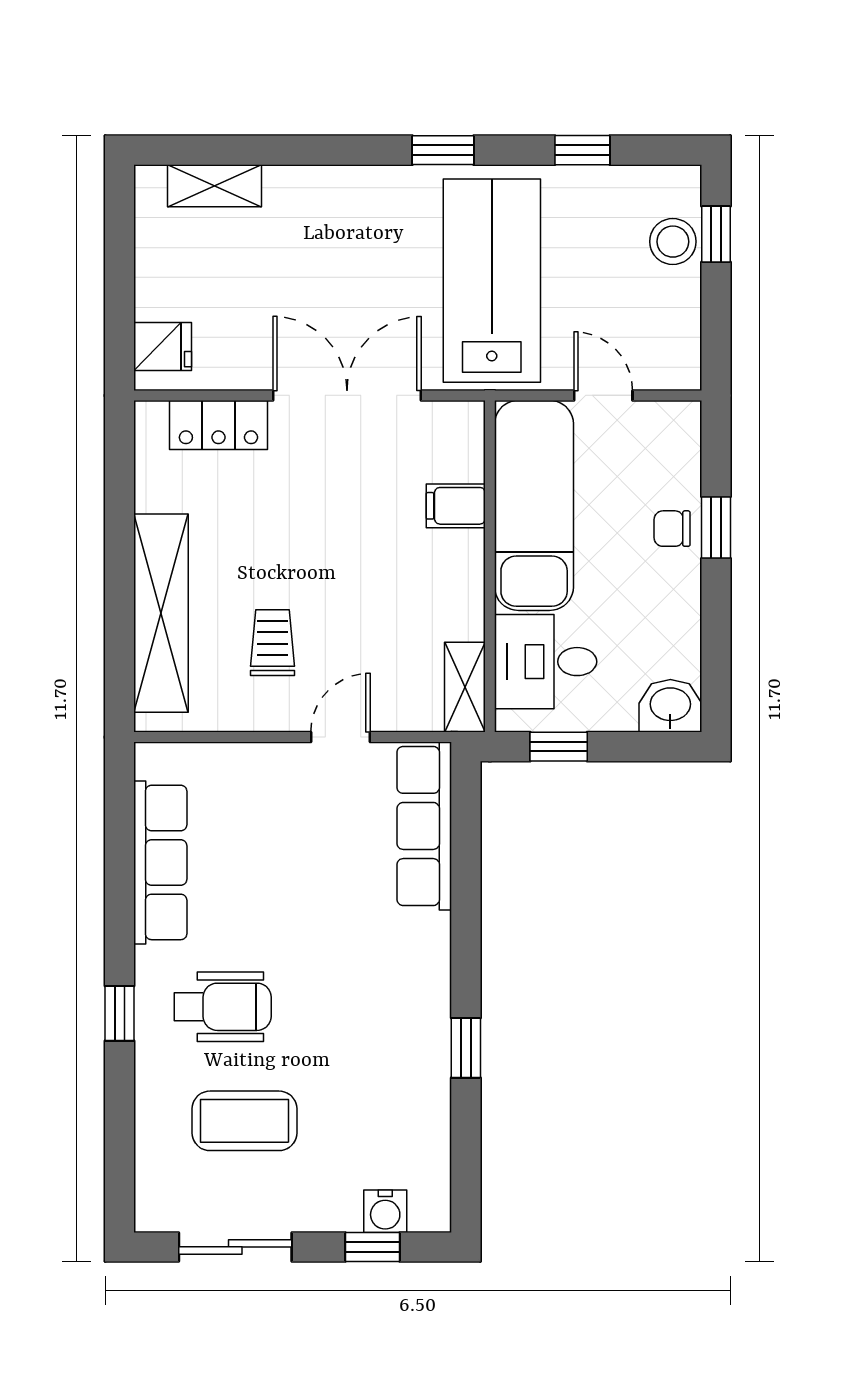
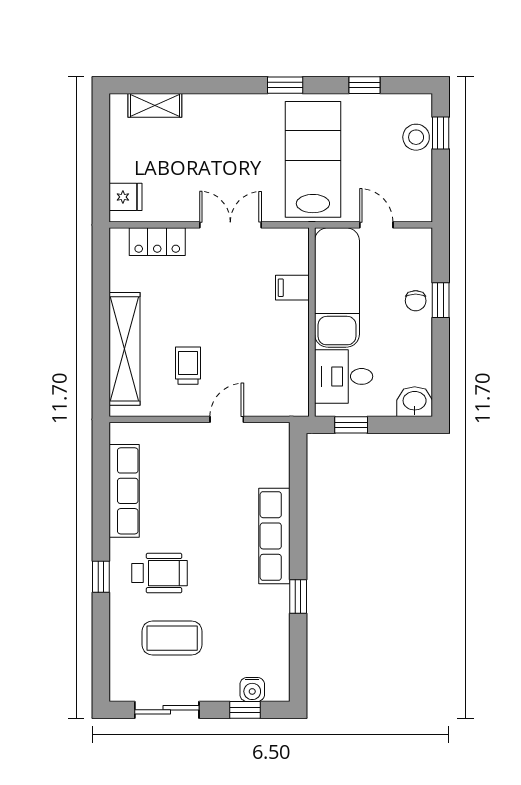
double door: (347, 395) -> (230, 225), width x0.73
chair: (672, 529) -> (416, 301), turned -90
shelving: (465, 687) -> (298, 391), removed
row of seats: (424, 826) -> (274, 536), moved

